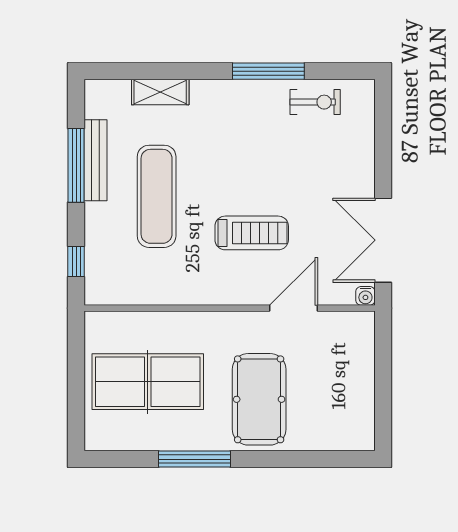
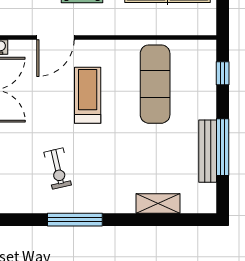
exercise bike: (315, 102) -> (58, 169), moved, turned -103
exercise mat: (157, 196) -> (155, 84), moved
treadmill: (252, 233) -> (88, 95), turned 90

